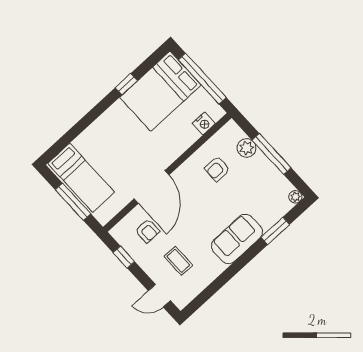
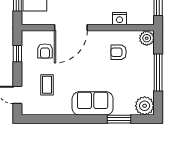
nightstand: (204, 123) -> (119, 19), moved
plant: (247, 148) -> (147, 38), moved
plant: (295, 197) -> (145, 106), width x1.87, depth x1.87

